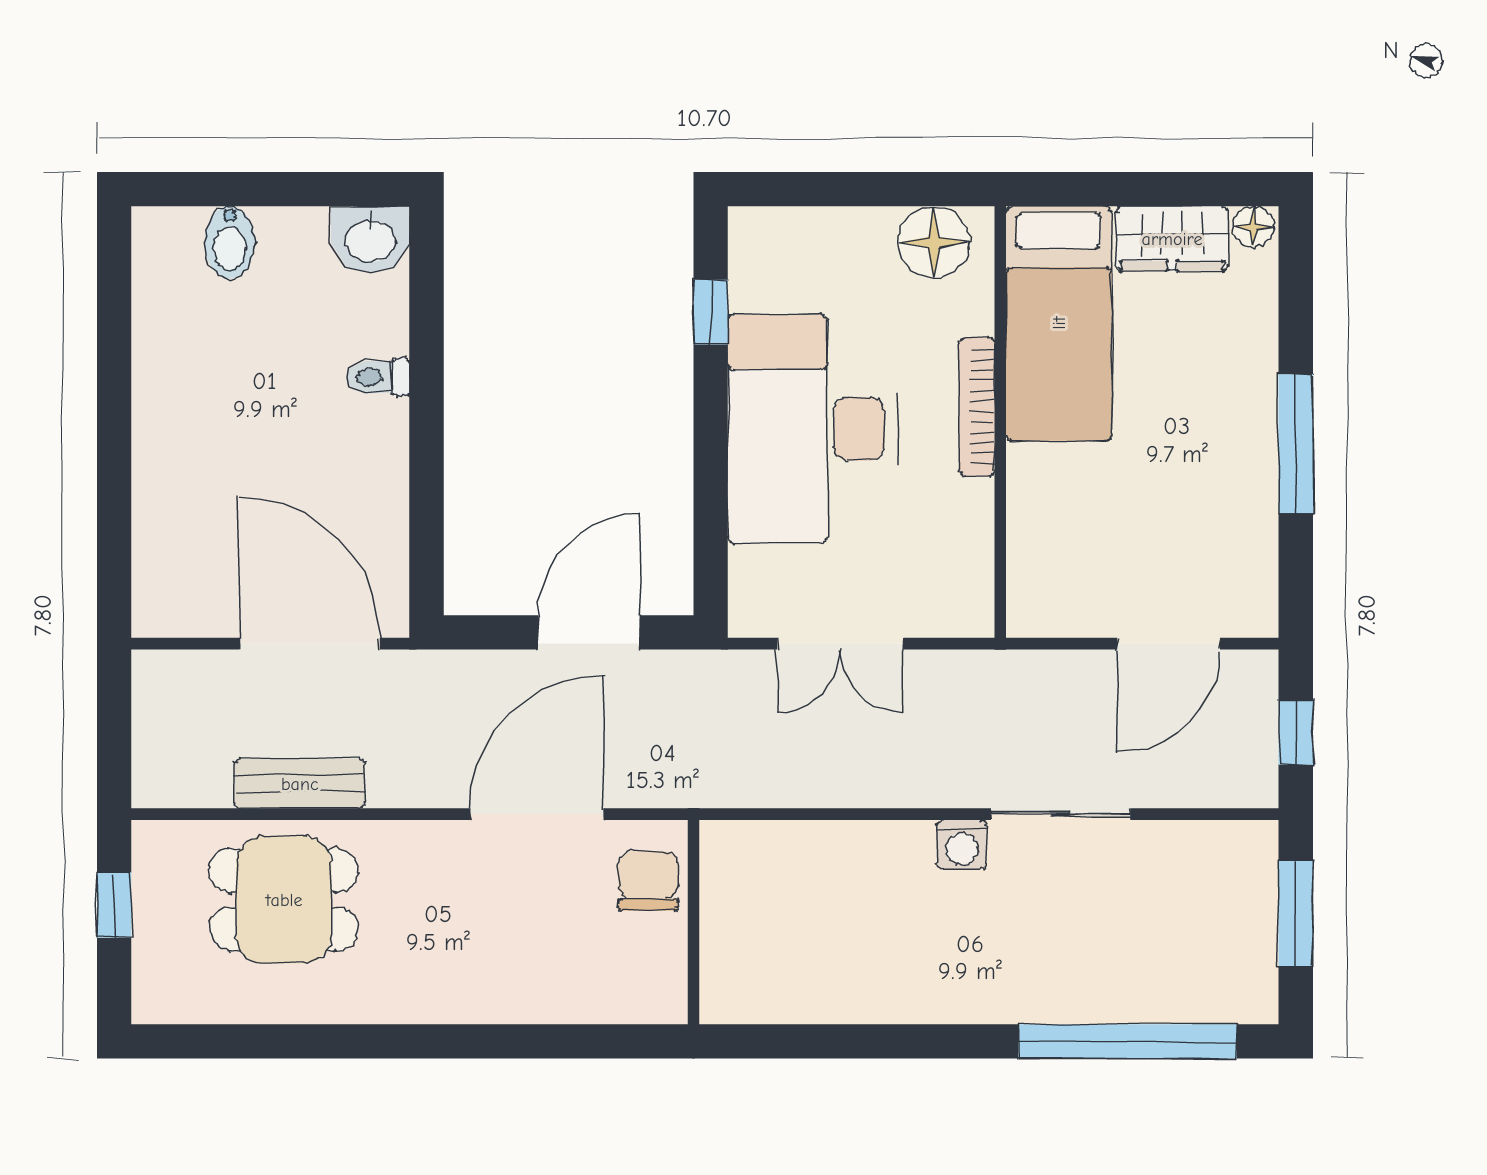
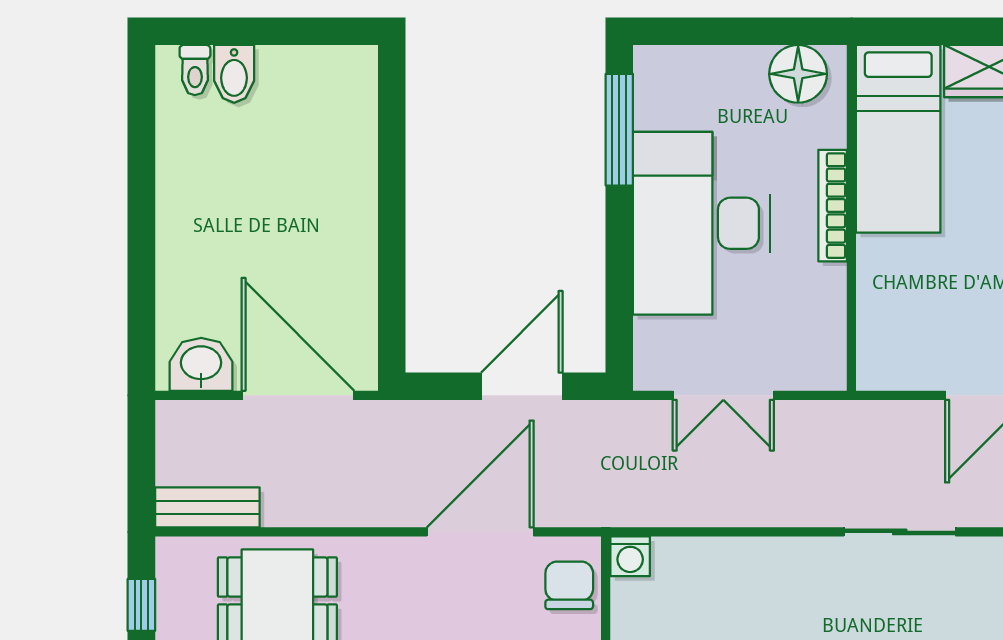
washbasin: (370, 239) -> (201, 364), moved, turned 180
window: (711, 312) -> (619, 130), width x2.17
toilet: (378, 377) -> (195, 70), moved, turned -90
bench: (300, 784) -> (207, 507), moved
washing machine: (962, 845) -> (630, 556), moved

